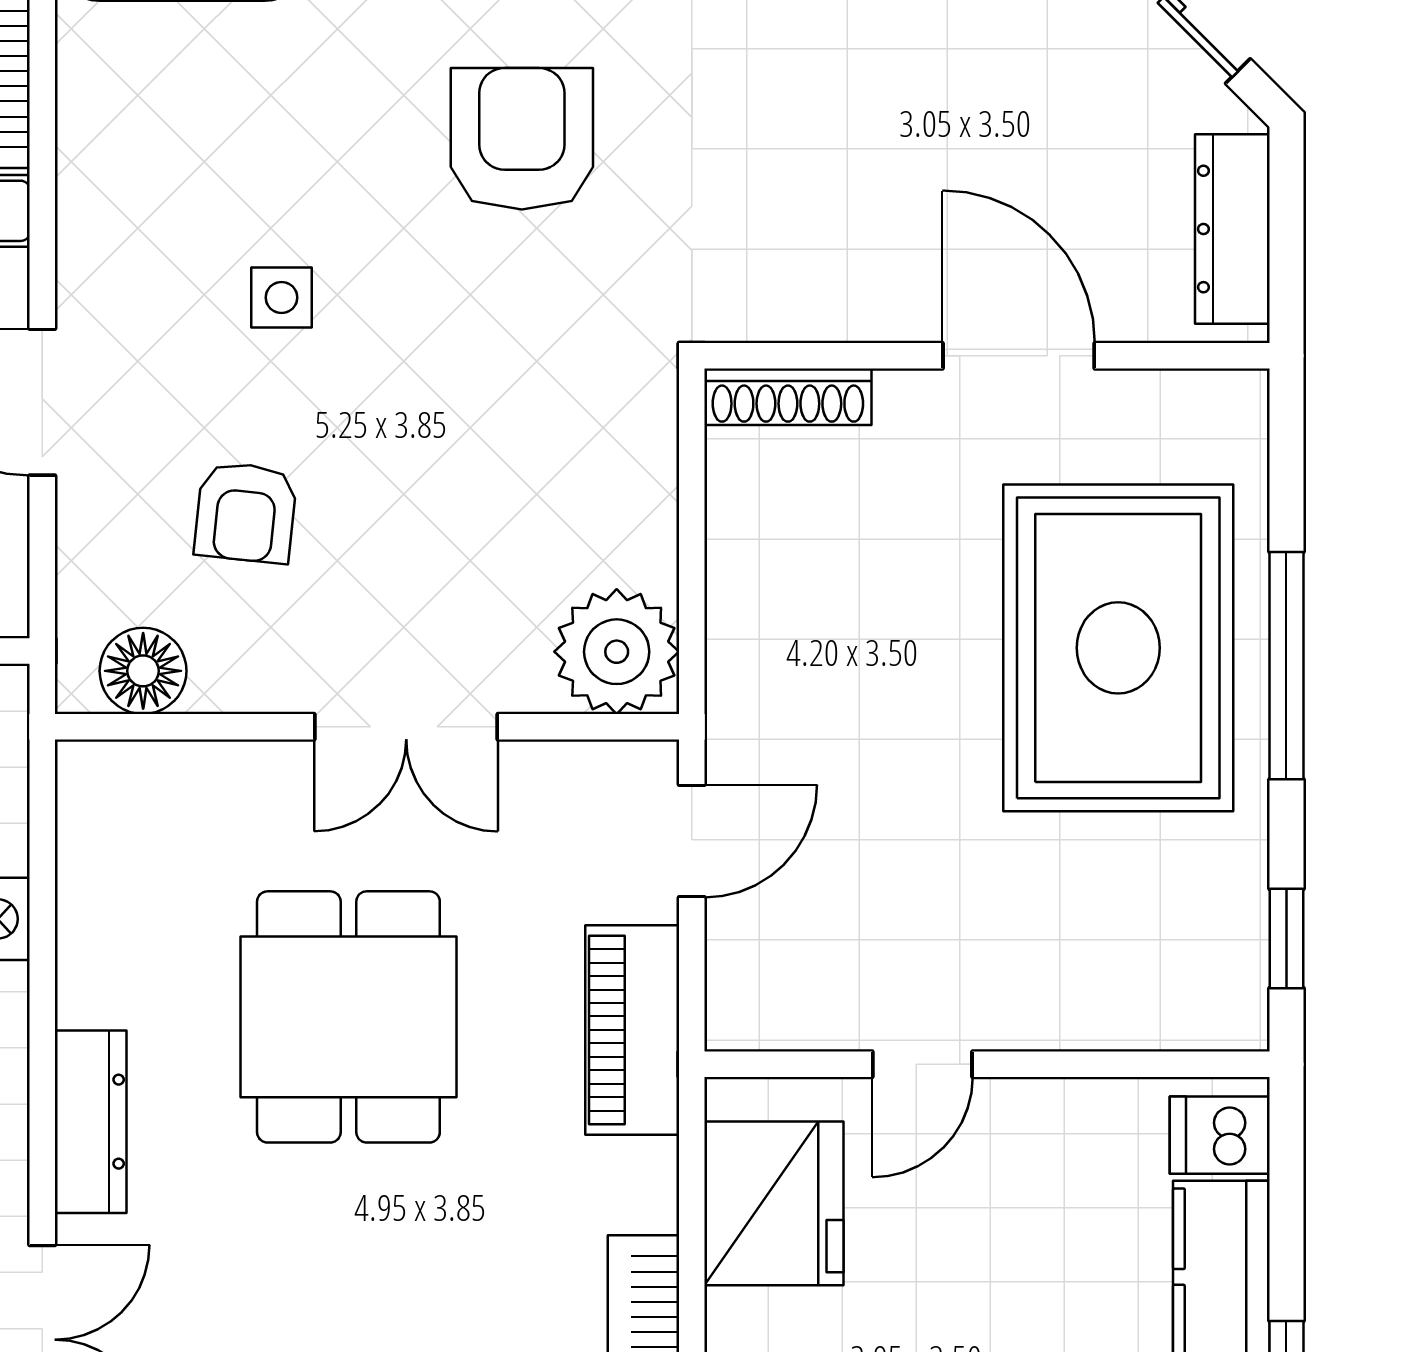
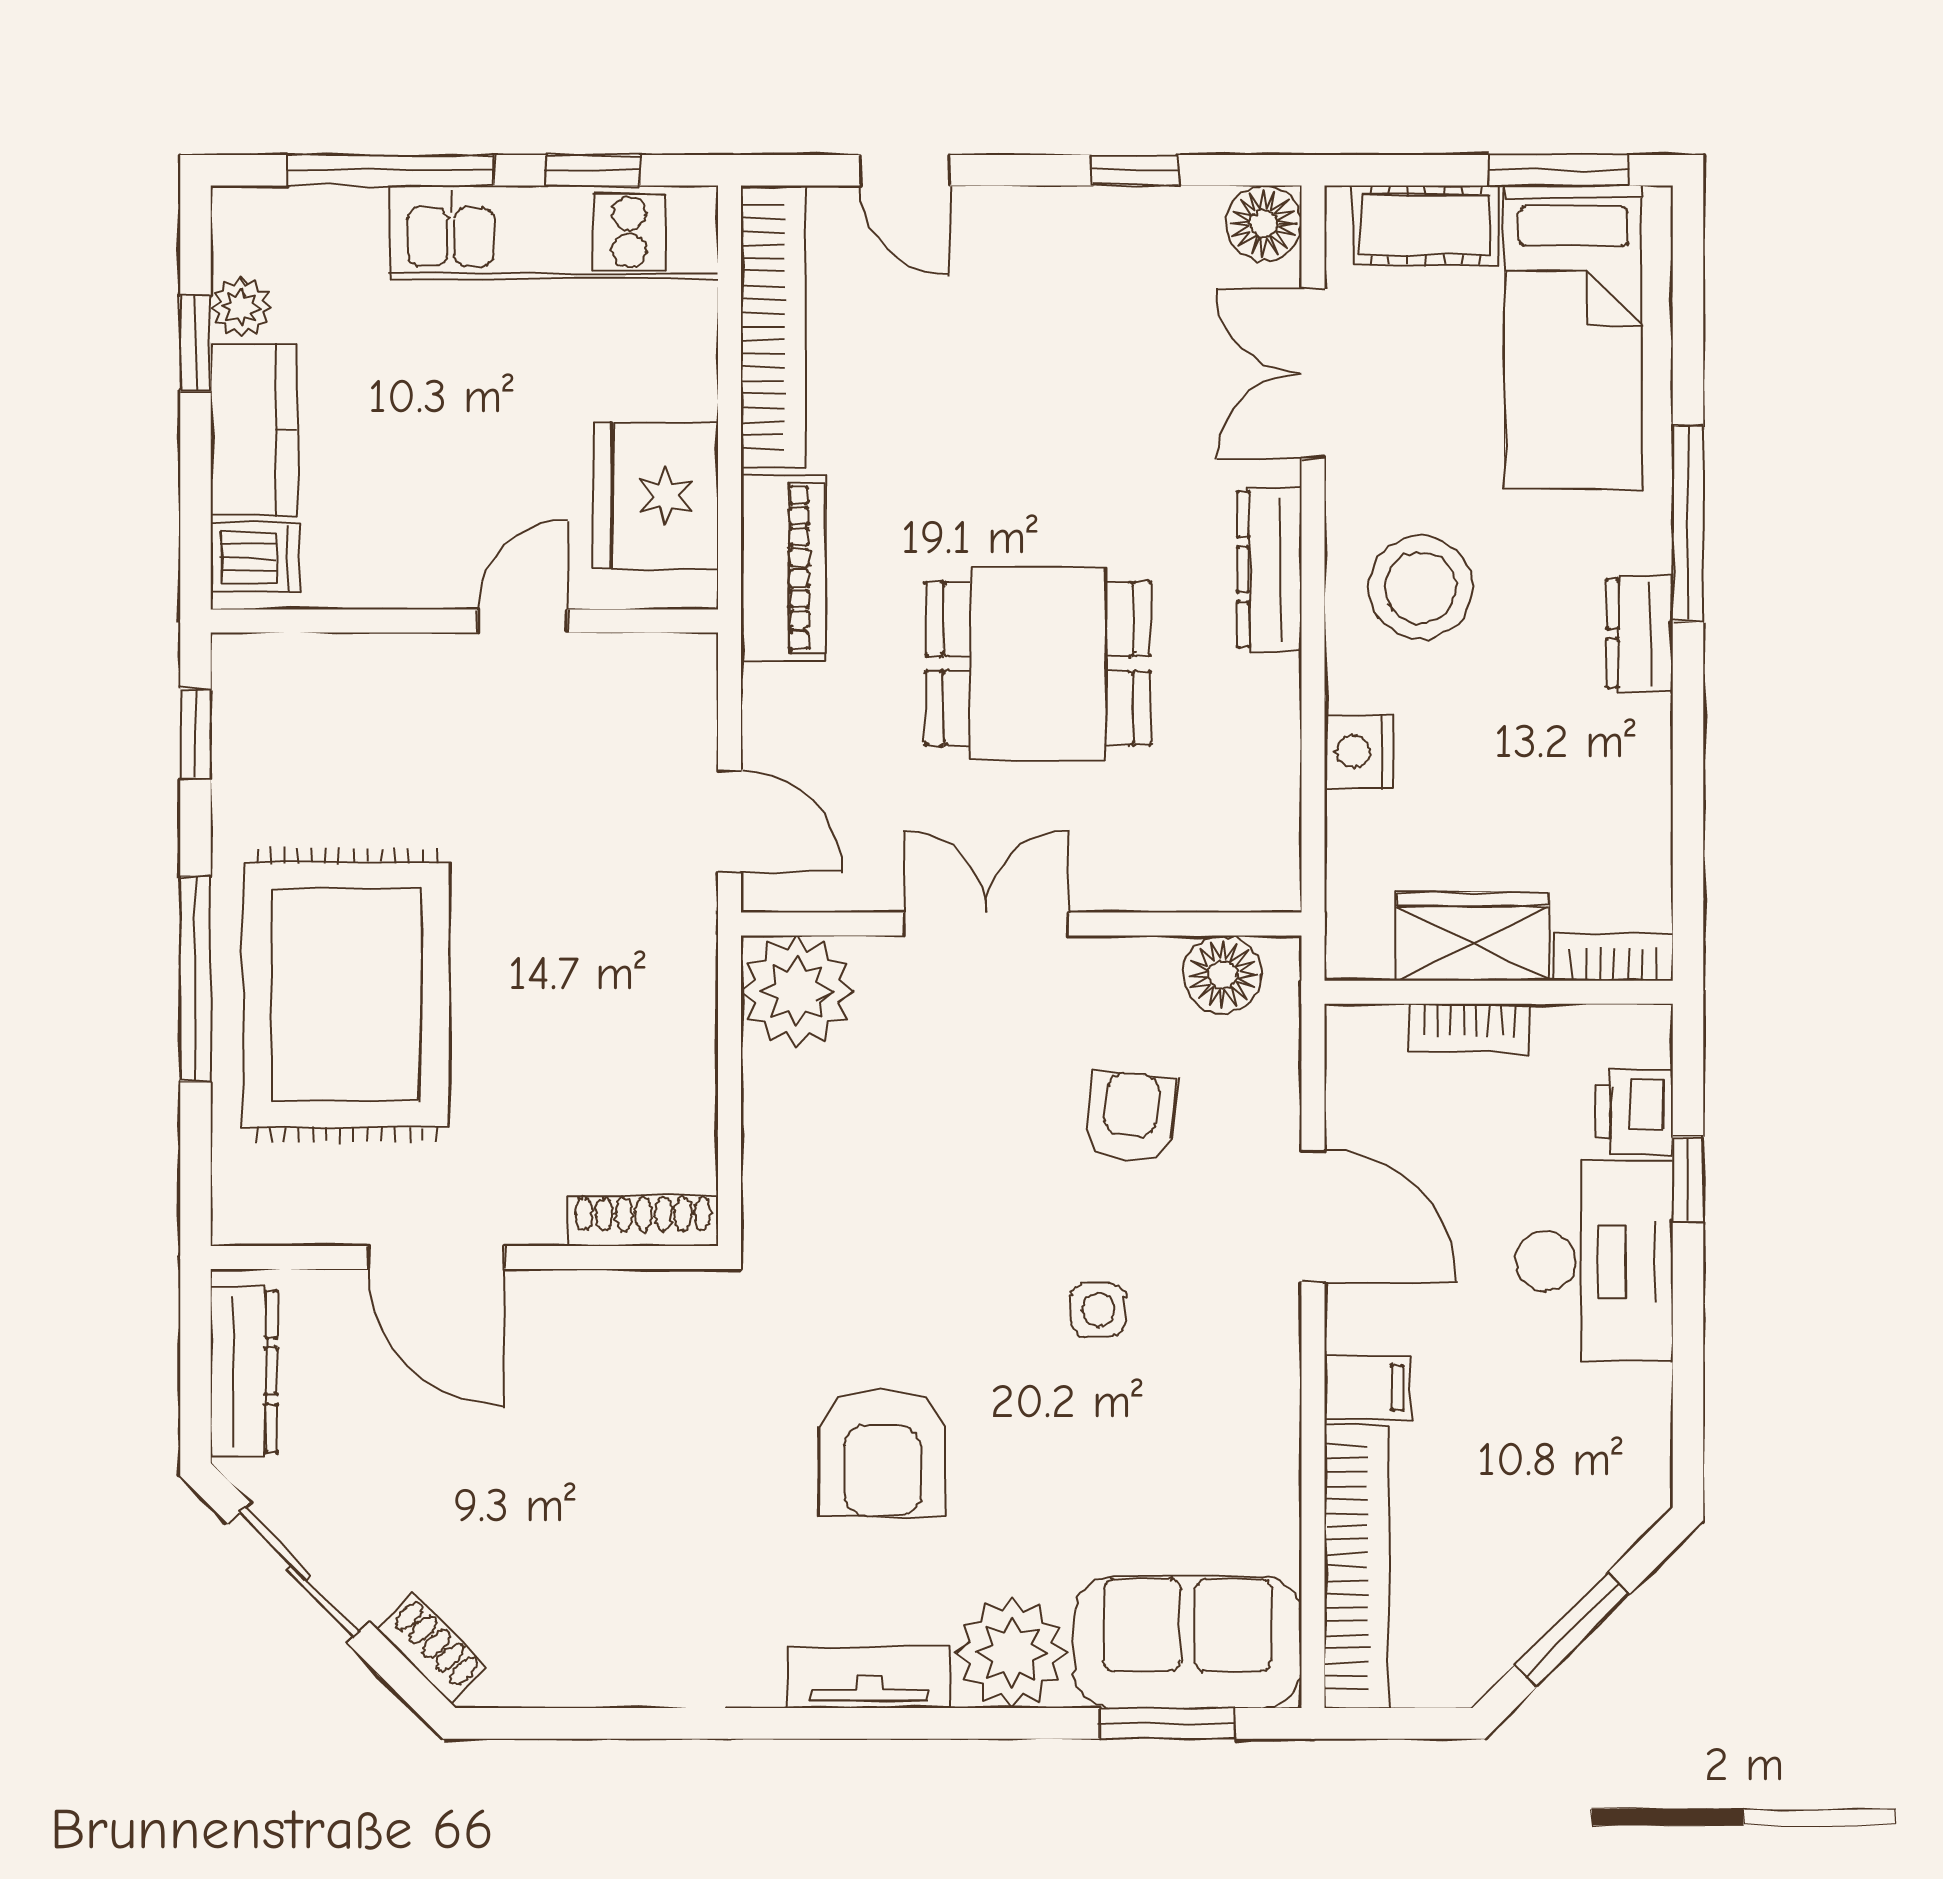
door: (692, 841) -> (730, 822), swing flipped
dining table: (348, 1017) -> (1038, 664), turned 90
piano: (632, 1030) -> (783, 568), moved

